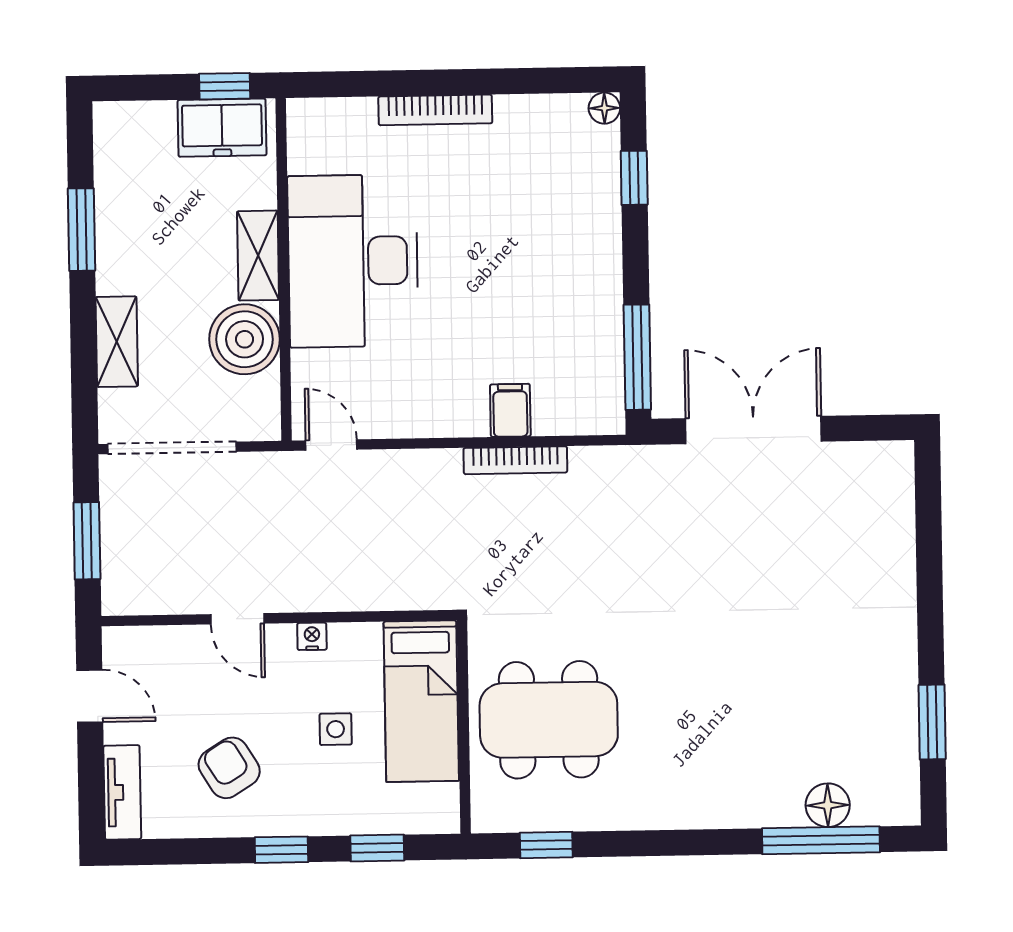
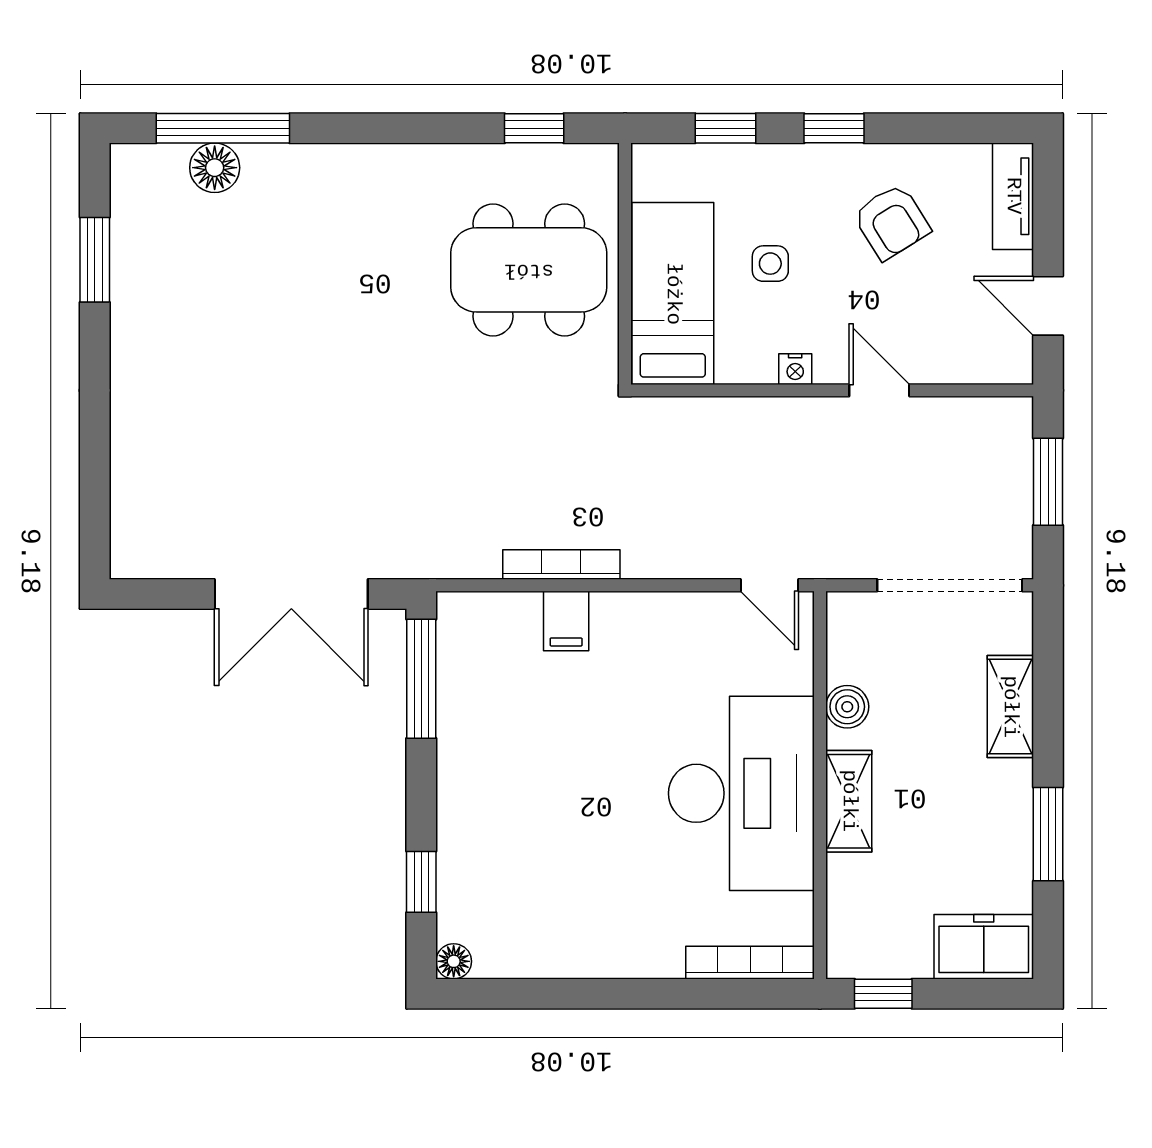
bookcase: (435, 110) -> (750, 963), moved
freezer: (222, 128) -> (984, 947), moved
boiler: (245, 339) -> (847, 707), width x0.54, depth x0.54

